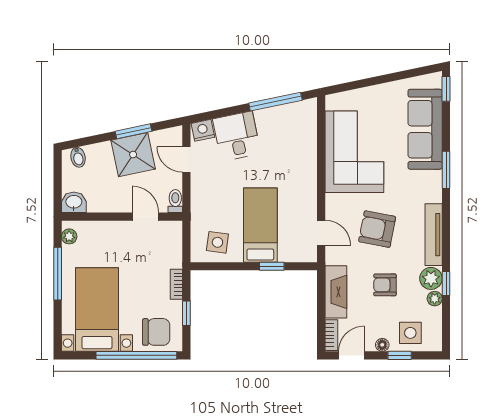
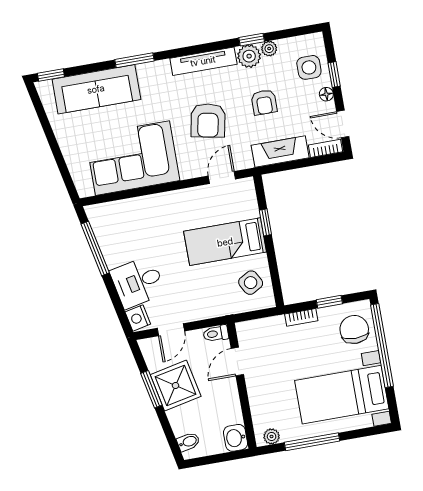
side table: (217, 242) -> (251, 283), turned -37

